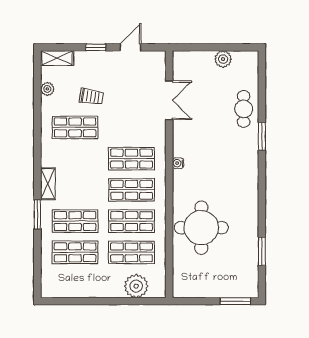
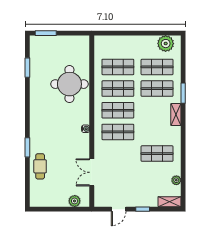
plant: (223, 59) -> (75, 201), moved
trolley: (91, 97) -> (146, 175), removed
plant: (136, 286) -> (166, 44), moved

